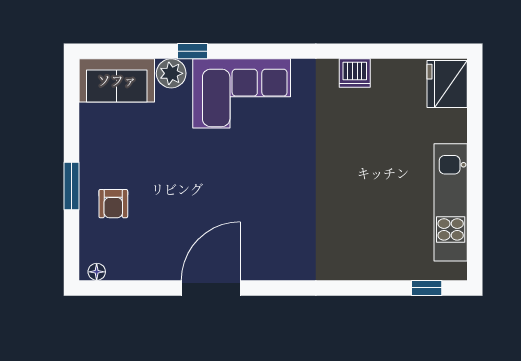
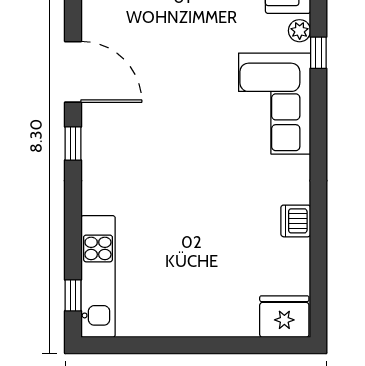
plant: (171, 73) -> (300, 31), width x0.73, depth x0.73
kitchen unit: (451, 202) -> (98, 276), moved, turned 90
window: (280, 288) -> (73, 144), added

